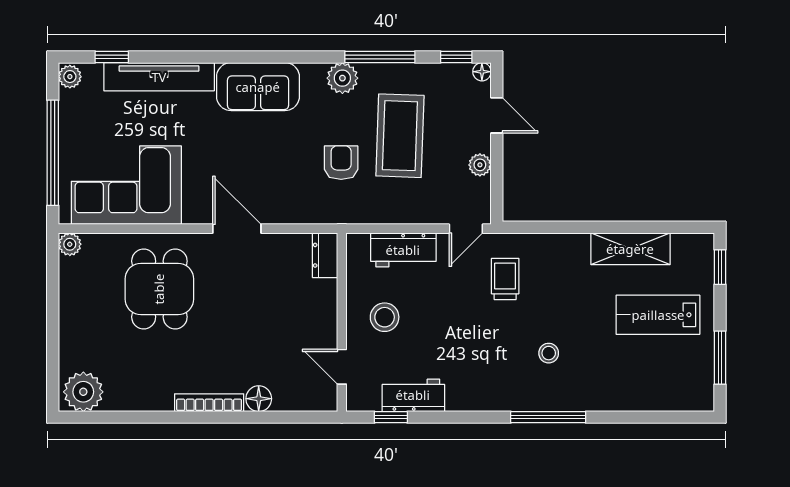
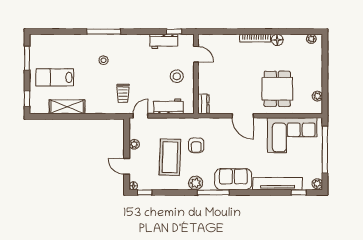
window: (380, 57) -> (213, 192), moved
plant: (70, 244) -> (317, 96), moved
lab bench: (658, 315) -> (55, 77), turned 180
plant: (83, 392) -> (311, 39), width x0.53, depth x0.53
floor lamp: (259, 399) -> (277, 40), moved

